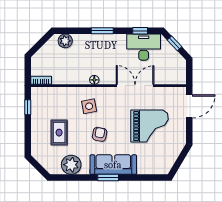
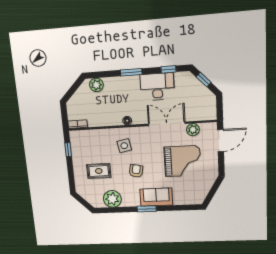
desk: (144, 47) -> (157, 87), moved
plant: (162, 93) -> (193, 130), added
rug: (59, 133) -> (99, 171), turned 90
sofa: (113, 165) -> (156, 197), width x0.73

